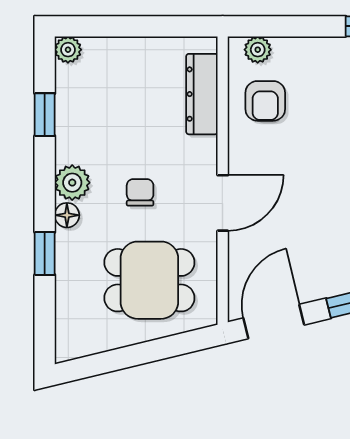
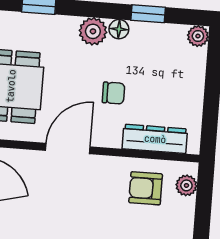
chair: (140, 192) -> (114, 93), moved
door: (223, 203) -> (68, 149), swing flipped
floor lamp: (67, 215) -> (119, 29), moved

